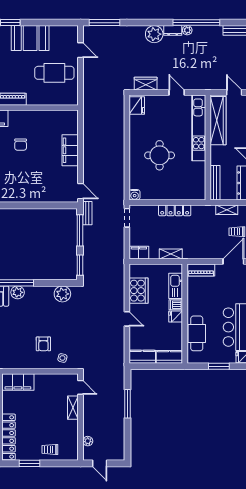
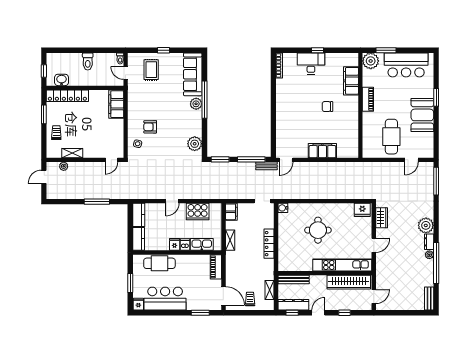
shelving: (73, 408) -> (72, 153), moved

